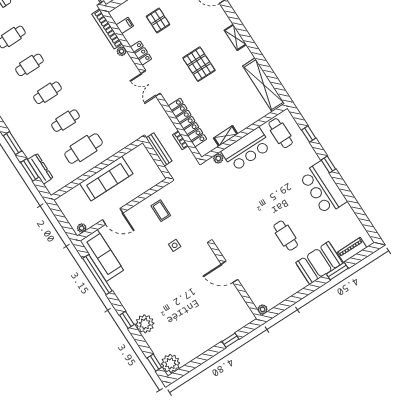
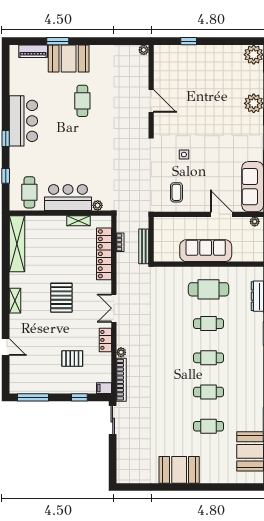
pallet: (158, 20) -> (72, 359), turned 90
filing cabinet: (125, 26) -> (104, 388), moved
double door: (151, 83) -> (114, 308), swing flipped

